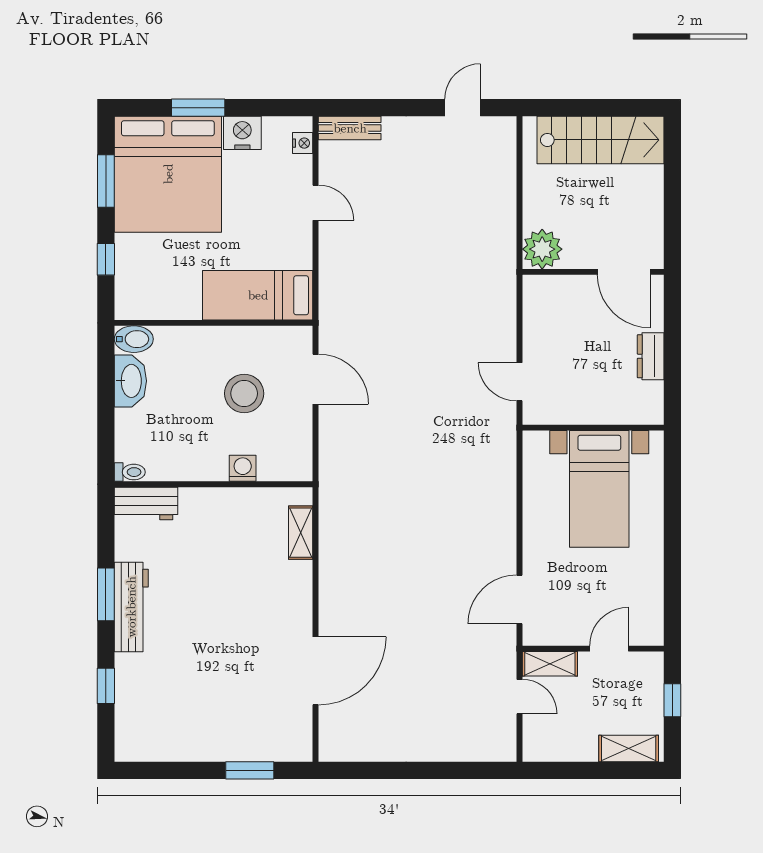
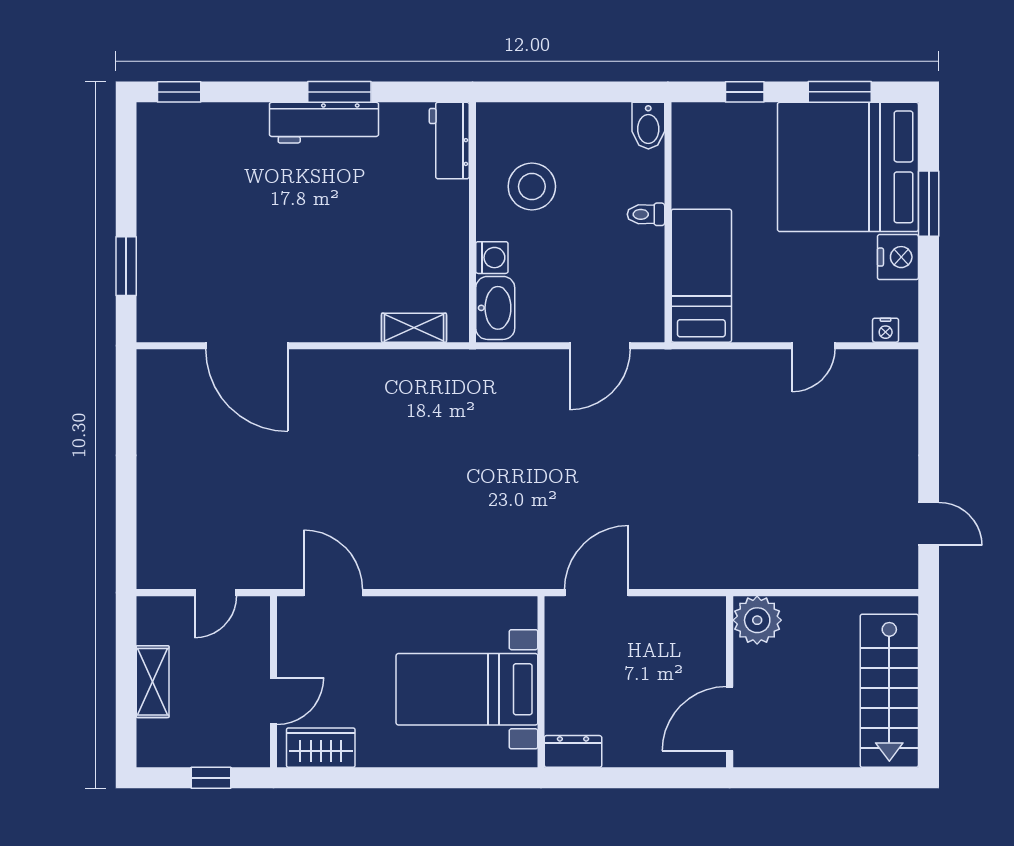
bench: (350, 128) -> (904, 387), removed
dresser: (651, 356) -> (573, 751), moved
washbasin: (130, 381) -> (495, 308), moved, turned -90
door: (519, 382) -> (597, 593), width x1.38
stool: (244, 393) -> (532, 186), moved
toilet: (130, 472) -> (646, 214), moved, turned 90
wardrobe: (648, 610) -> (321, 748), added
door: (609, 649) -> (274, 701), hinge flipped
shelving: (550, 664) -> (255, 629), removed
window: (106, 686) -> (179, 92), moved
shelving: (629, 749) -> (153, 682), moved

